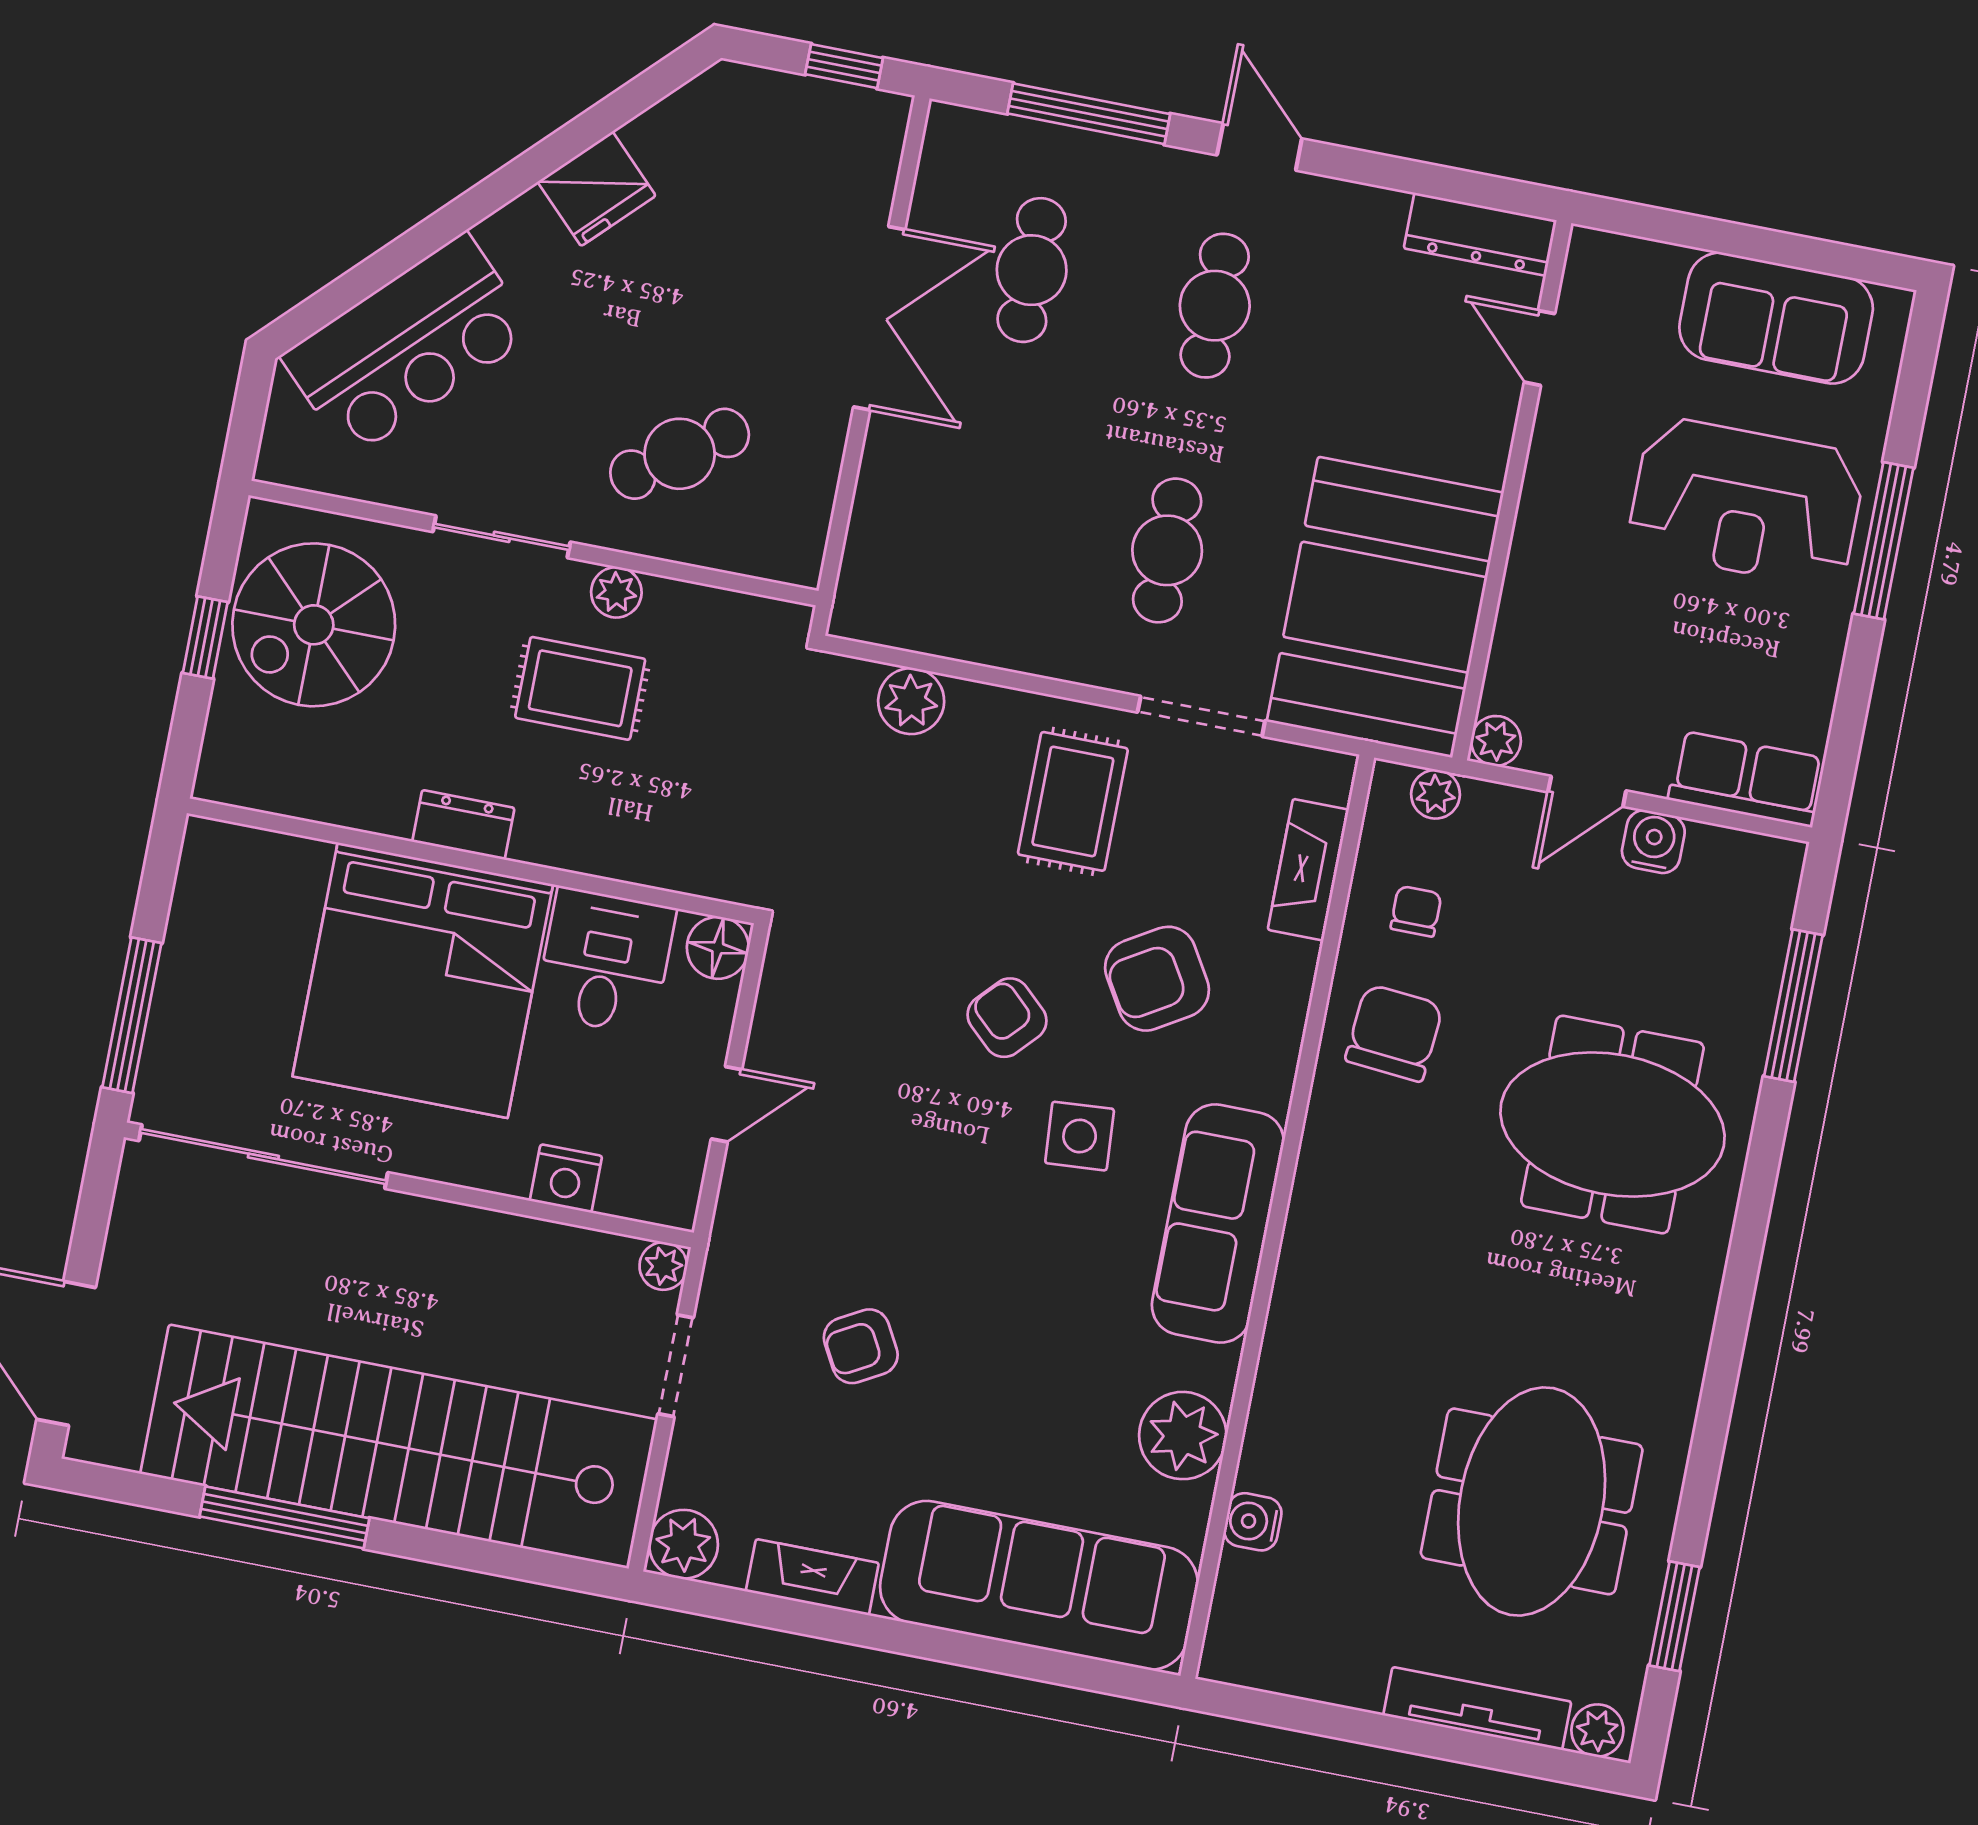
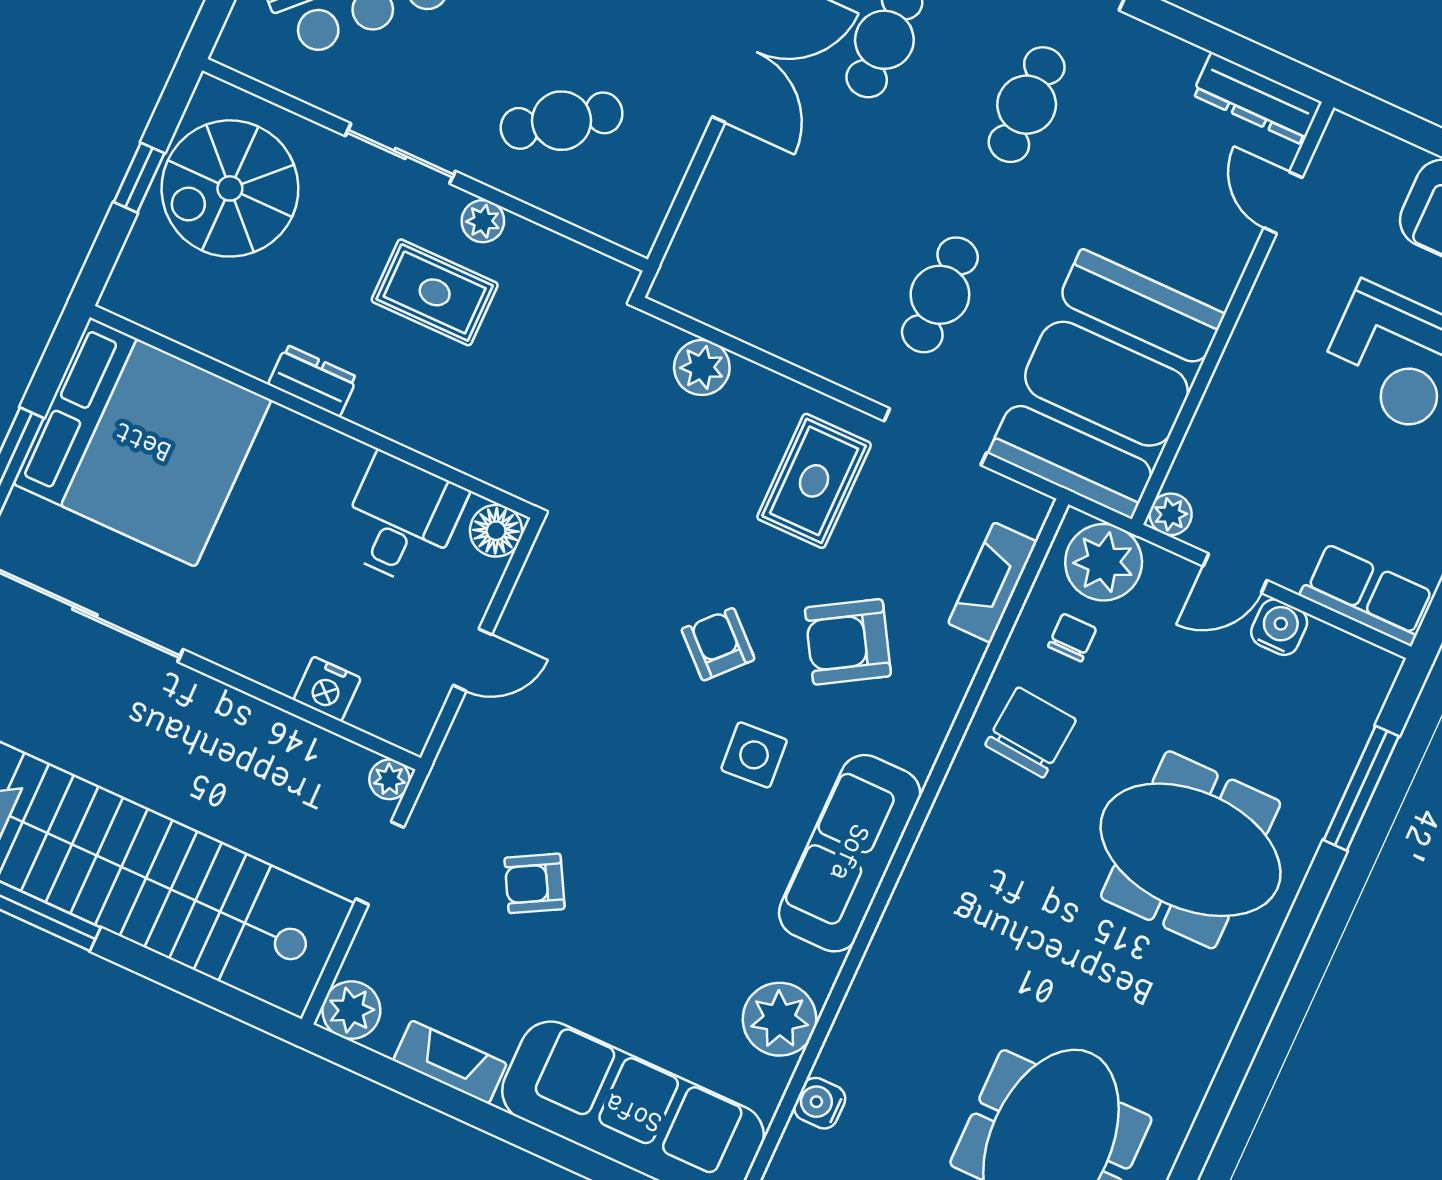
plant: (1436, 794) -> (1104, 562), width x1.88, depth x1.88
bed: (423, 980) -> (142, 442), moved, turned -90

